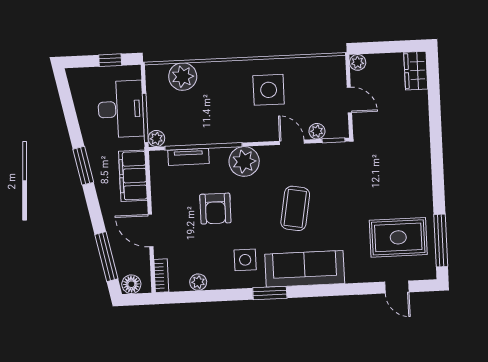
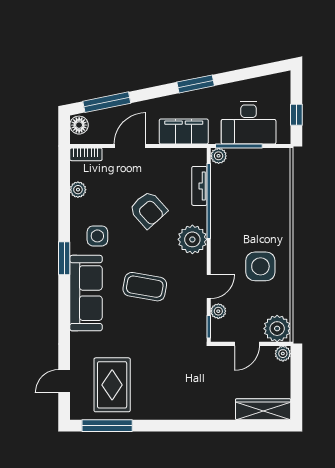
wardrobe: (416, 71) -> (263, 409), width x1.50
plant: (183, 77) -> (277, 329), moved
armchair: (215, 209) -> (148, 210), turned -132

